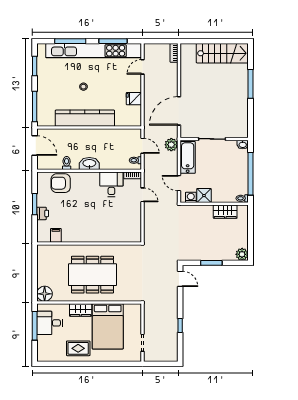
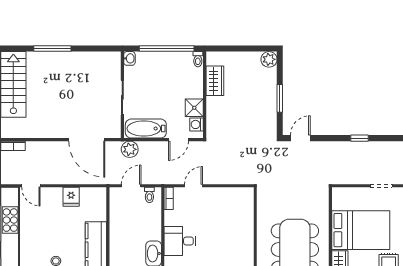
desk: (111, 184) -> (180, 241), moved

